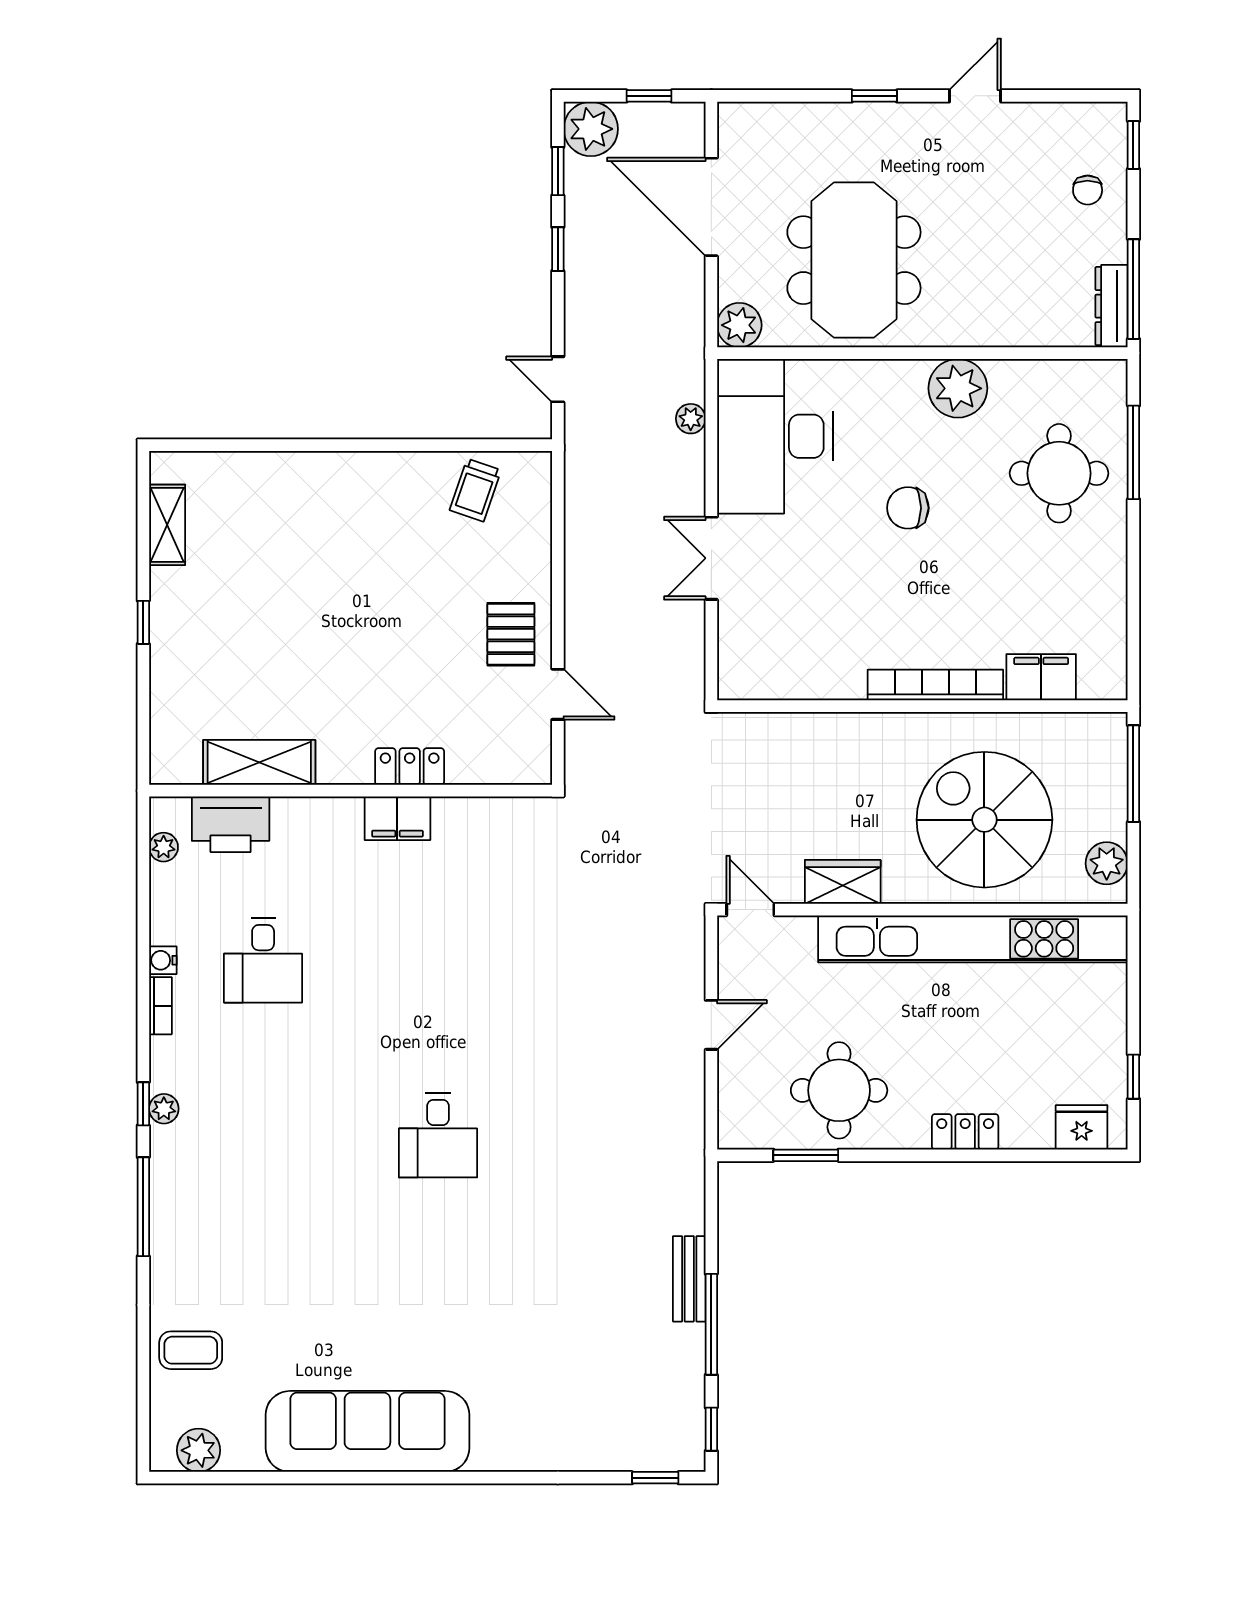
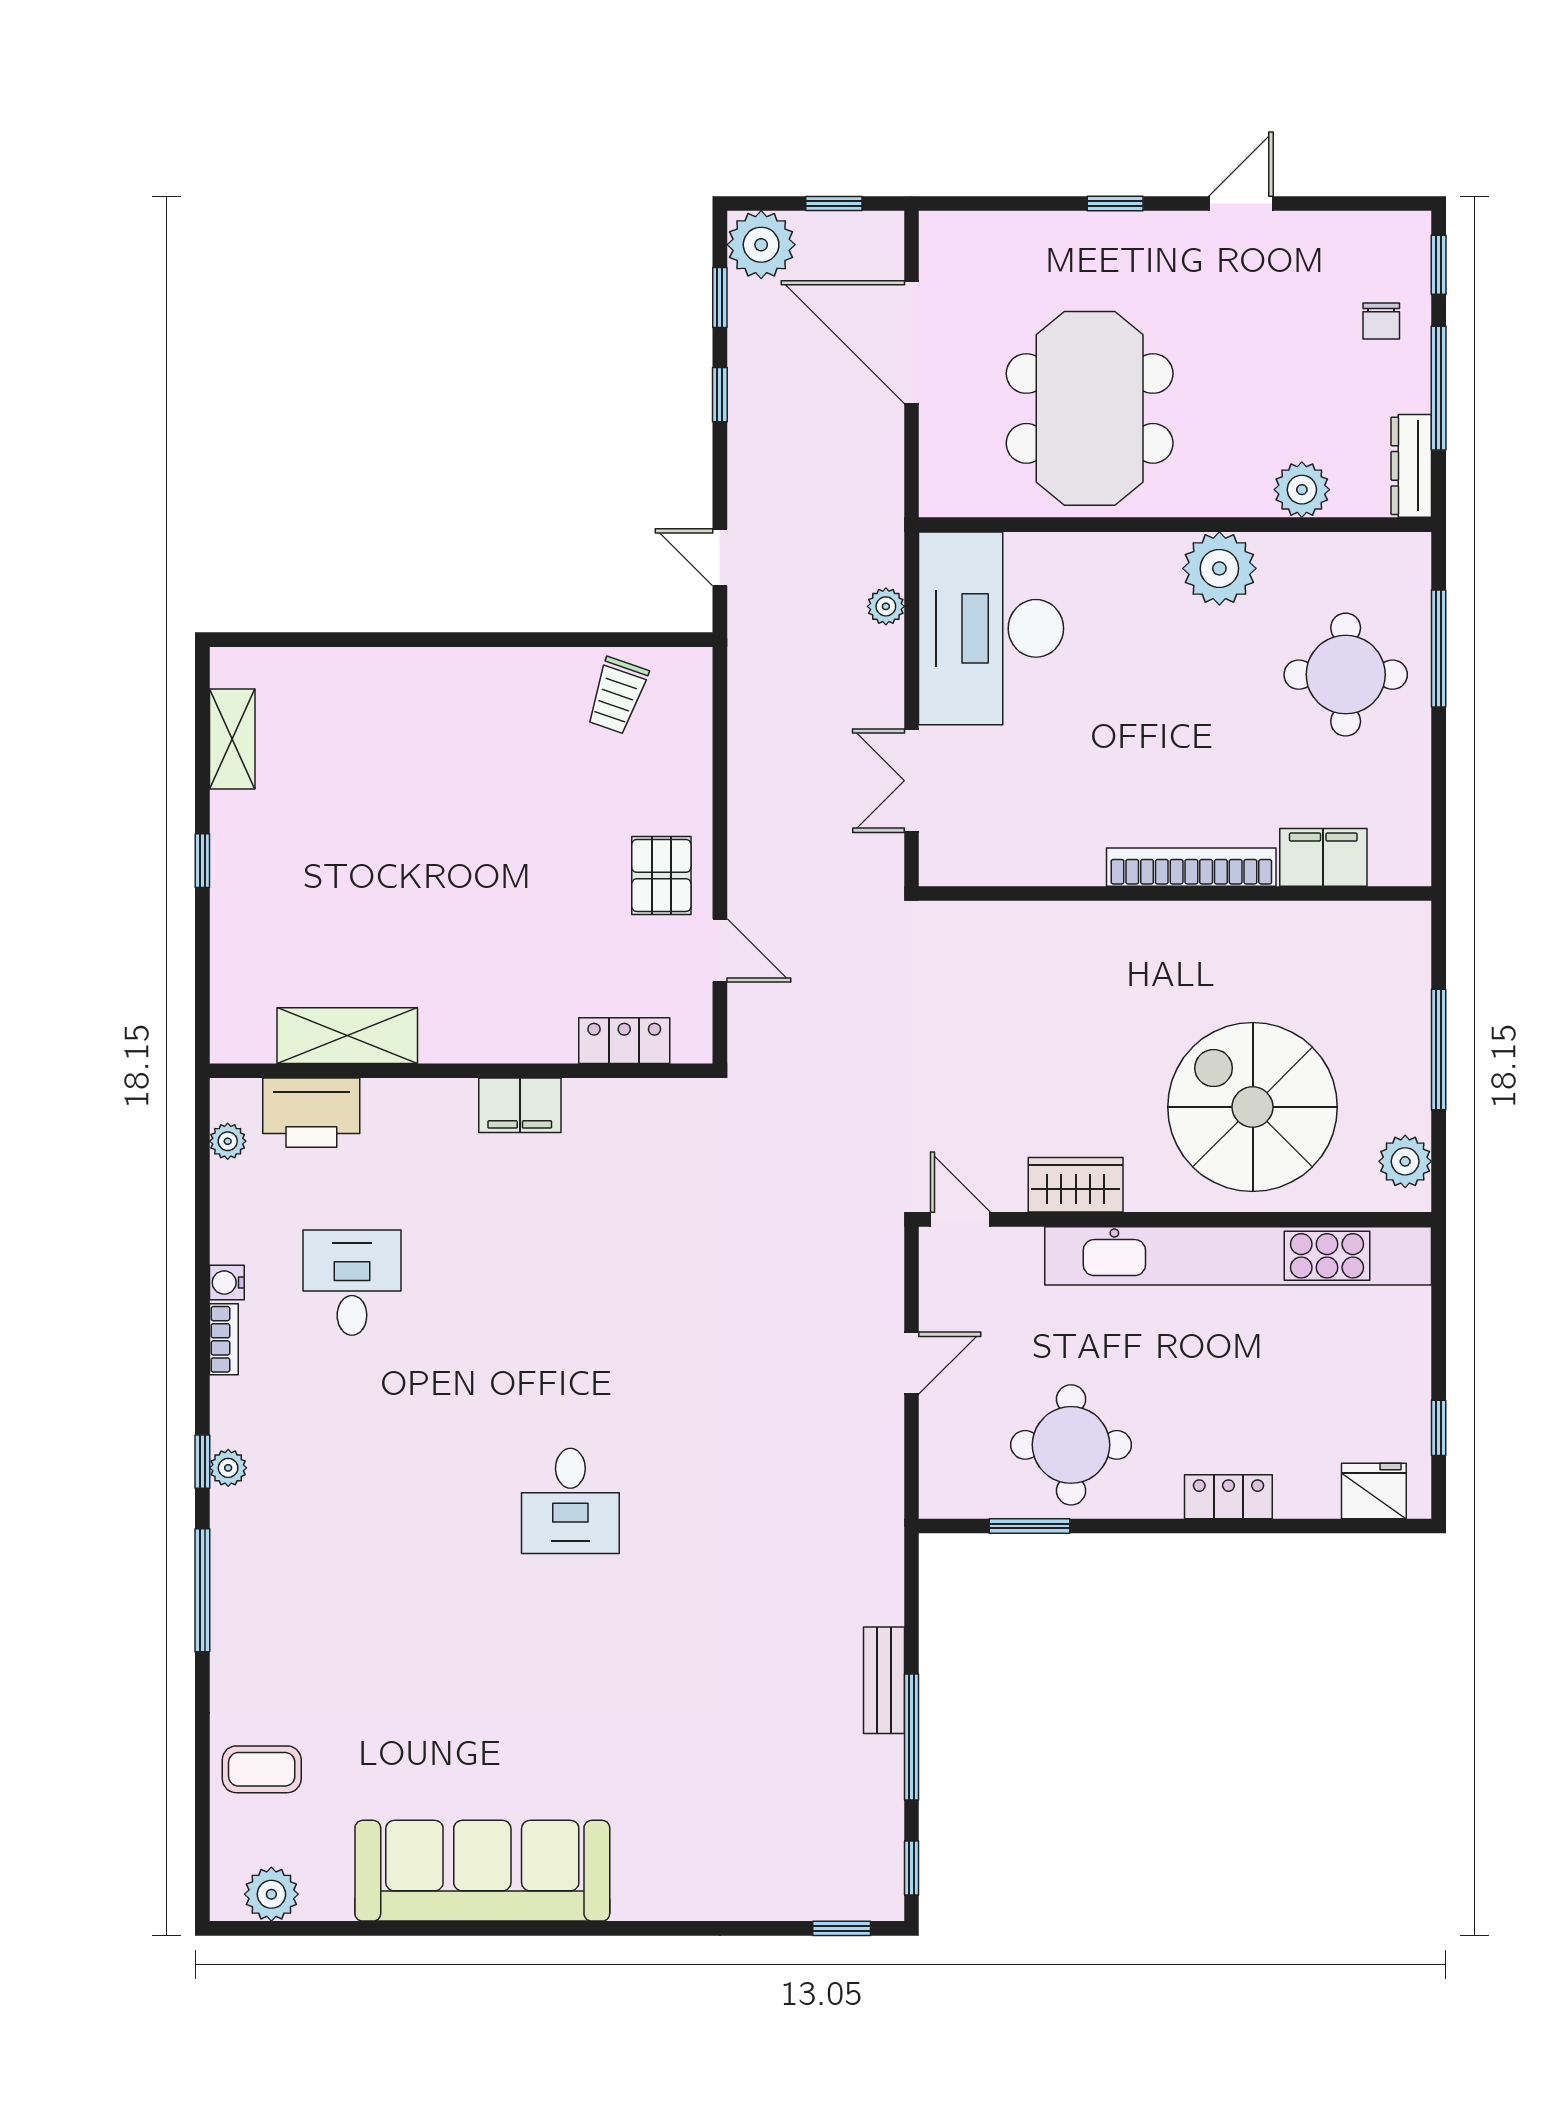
window: (1133, 289) -> (1439, 388), moved
plant: (739, 325) -> (1302, 490), moved
chair: (908, 508) -> (1157, 718), removed
filing cabinet: (1041, 677) -> (1323, 857), moved
bookcase: (935, 685) -> (1191, 867), moved
wall: (922, 706) -> (1175, 894), moved
locker: (410, 767) -> (624, 1041), moved
desk: (263, 960) -> (352, 1283), turned 180

